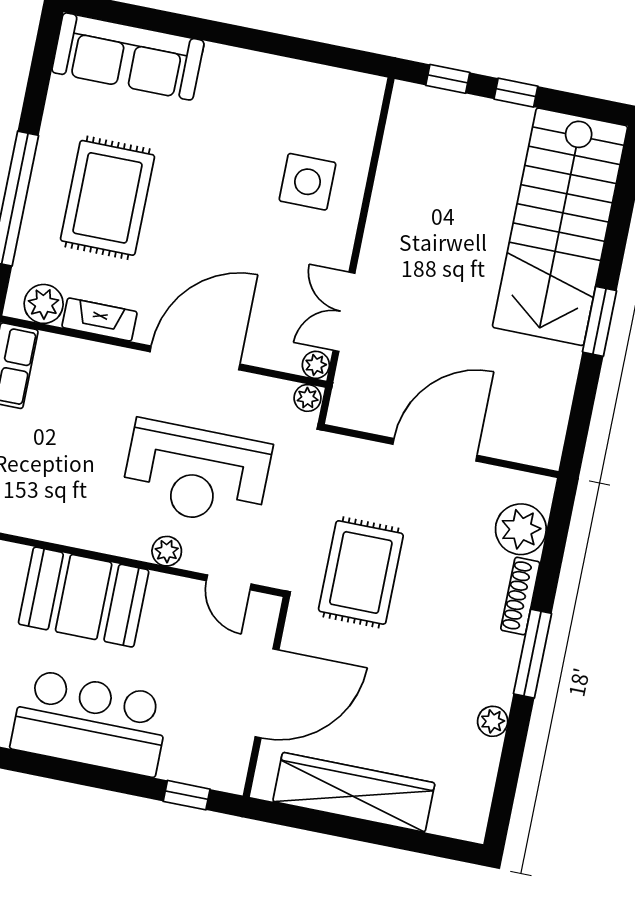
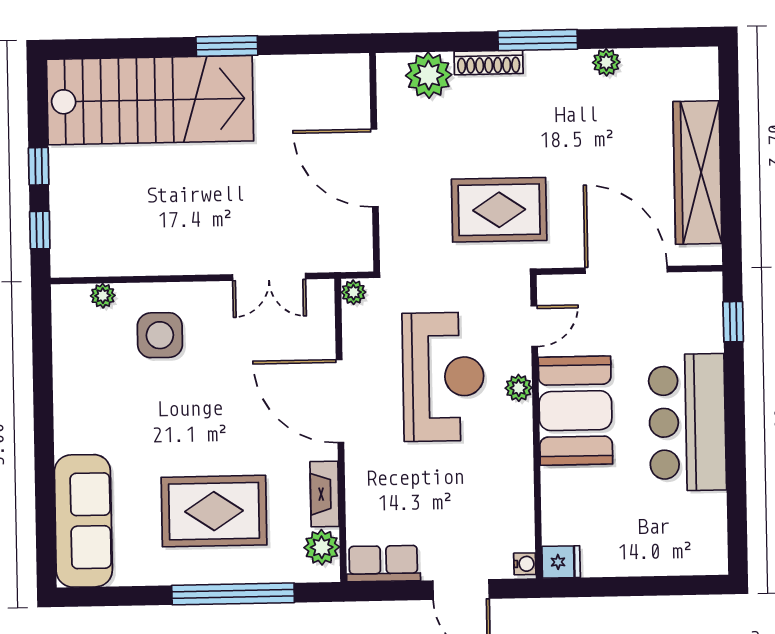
plant: (316, 365) -> (103, 296), moved
booth: (84, 597) -> (575, 411), moved

